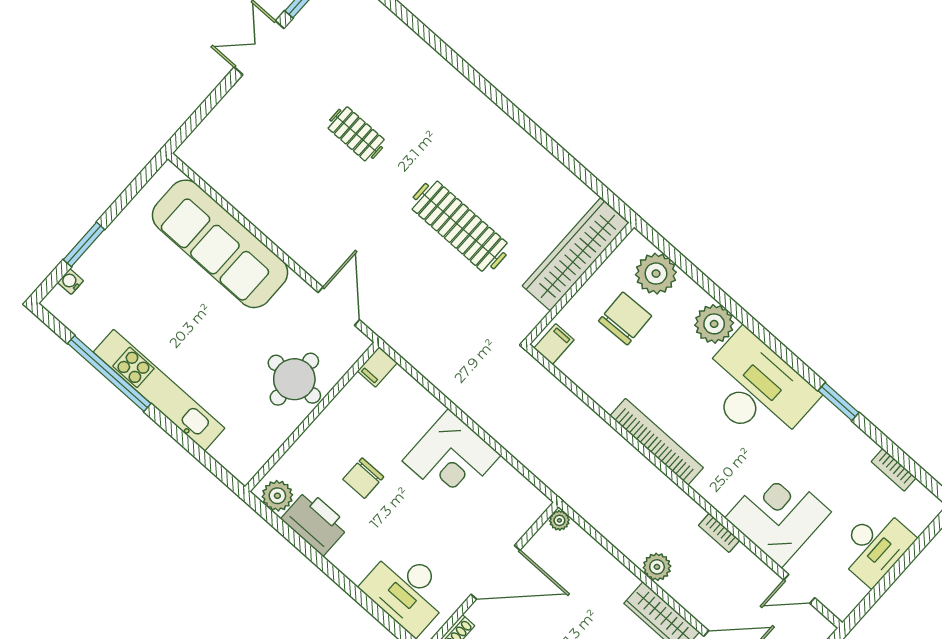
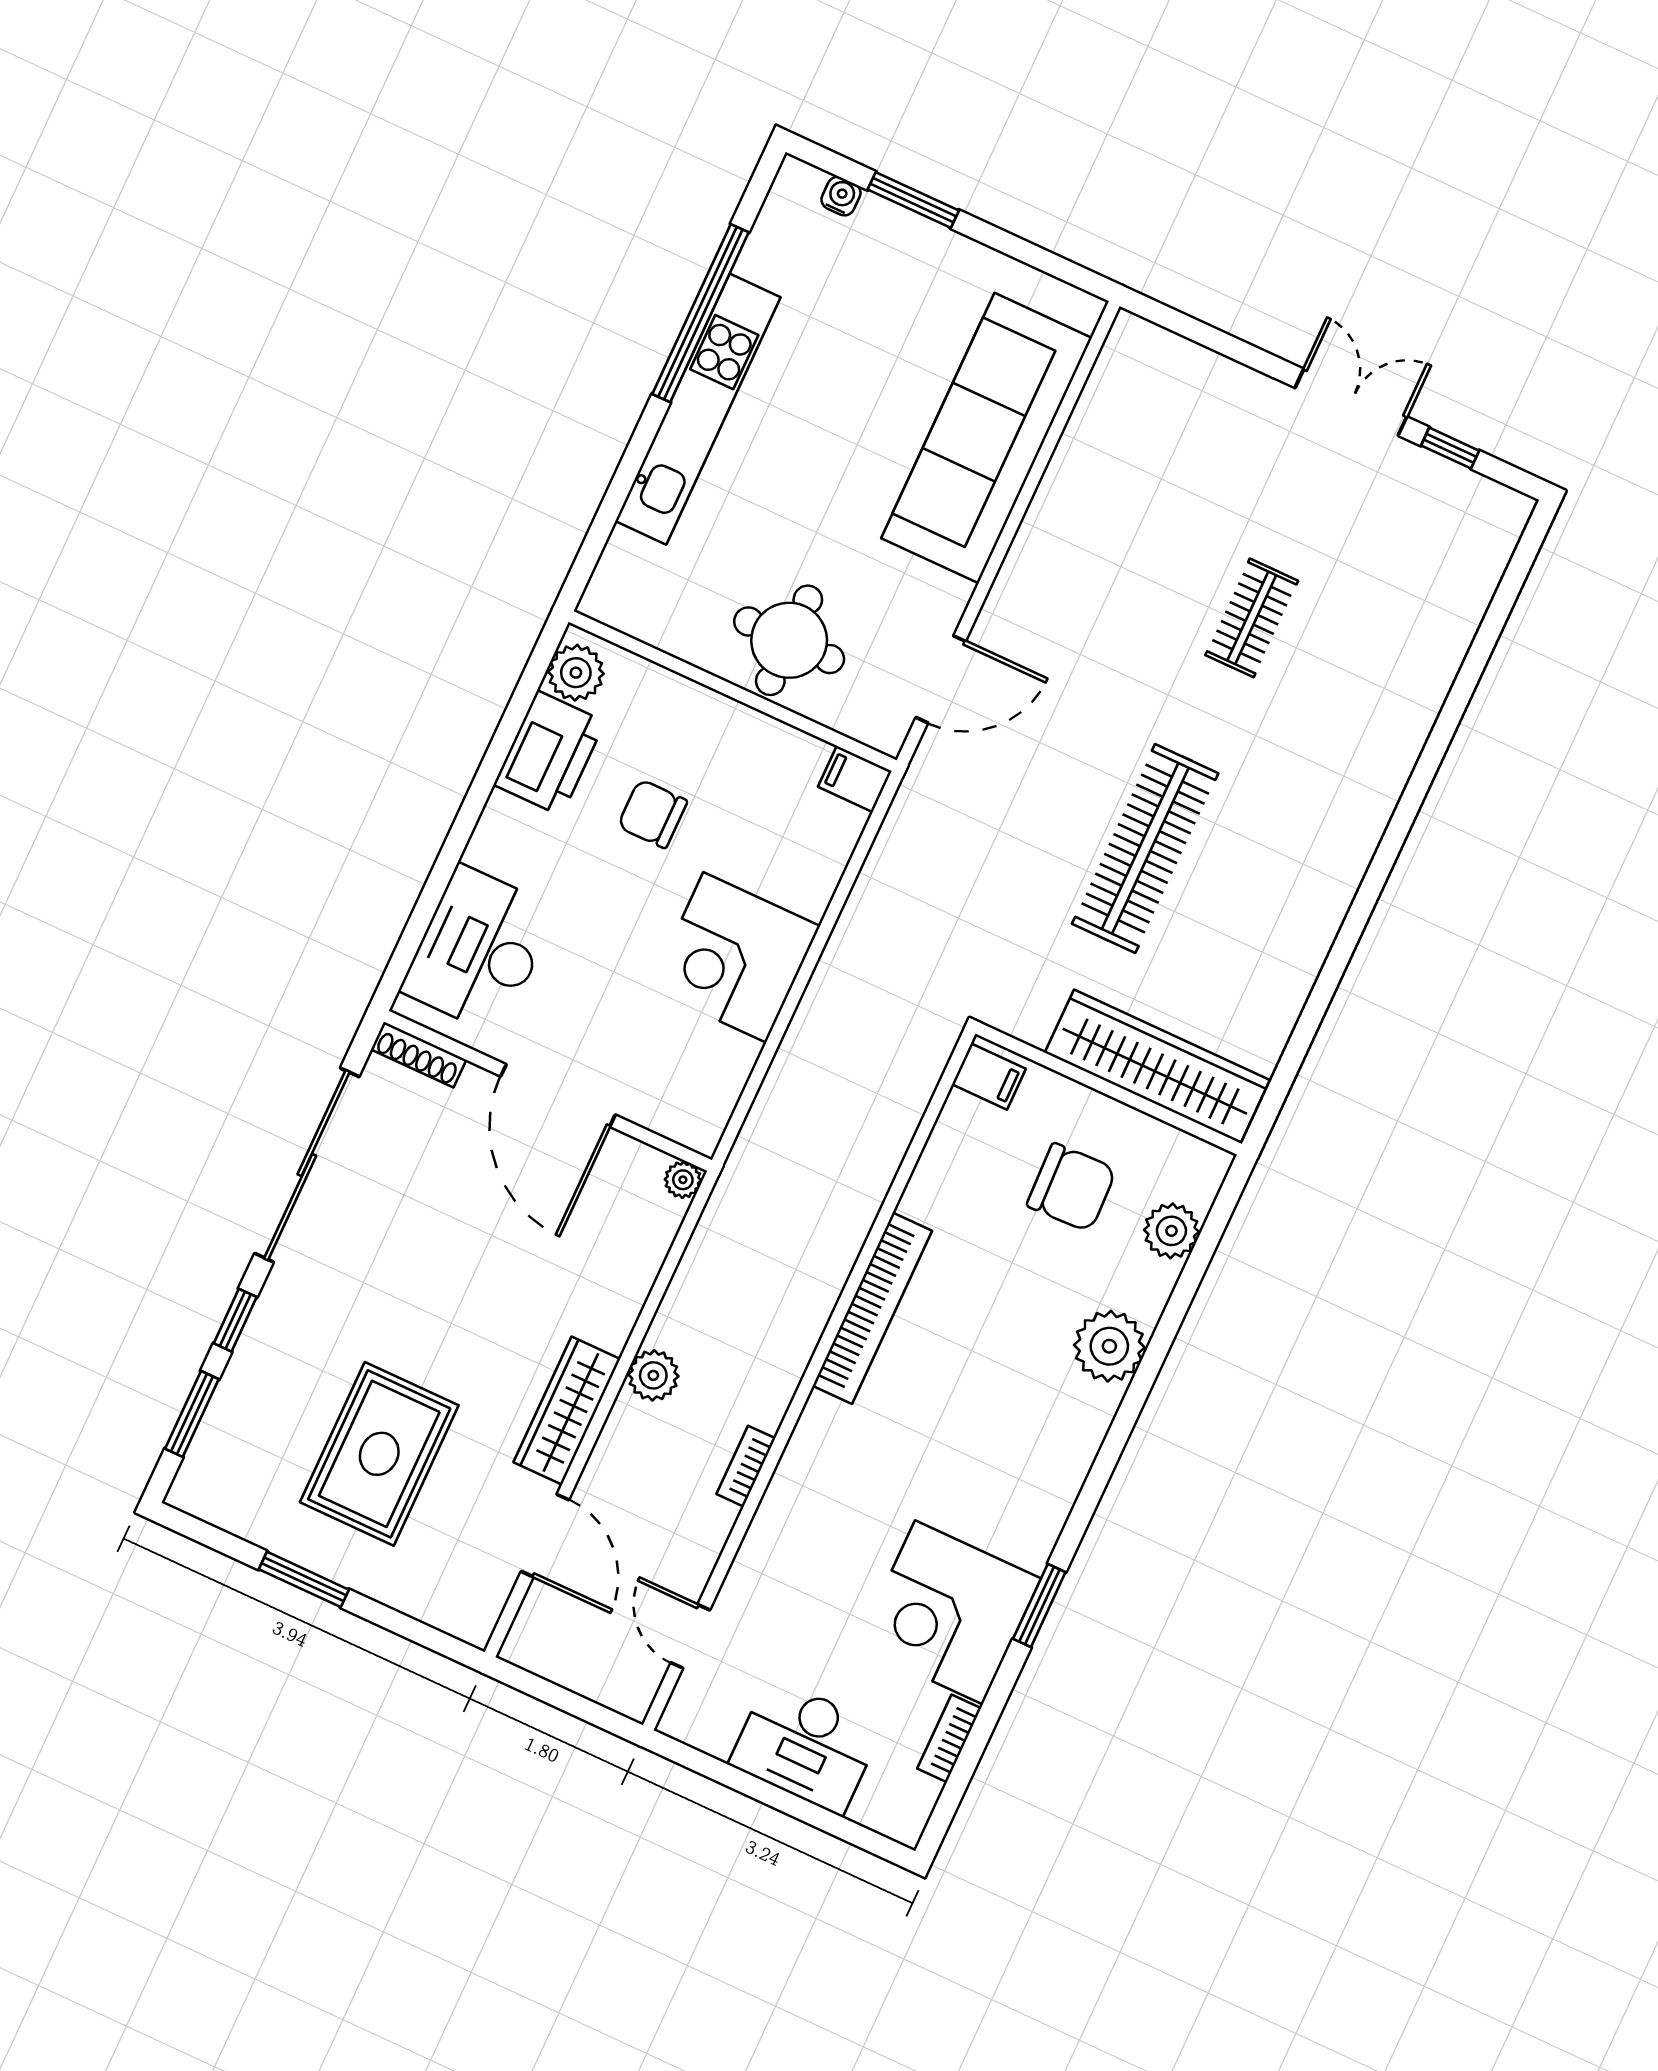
plant: (656, 274) -> (1171, 1231), width x0.73, depth x0.73
desk: (756, 389) -> (1017, 1455), removed
corner desk: (778, 515) -> (949, 1612), moved, turned 180

